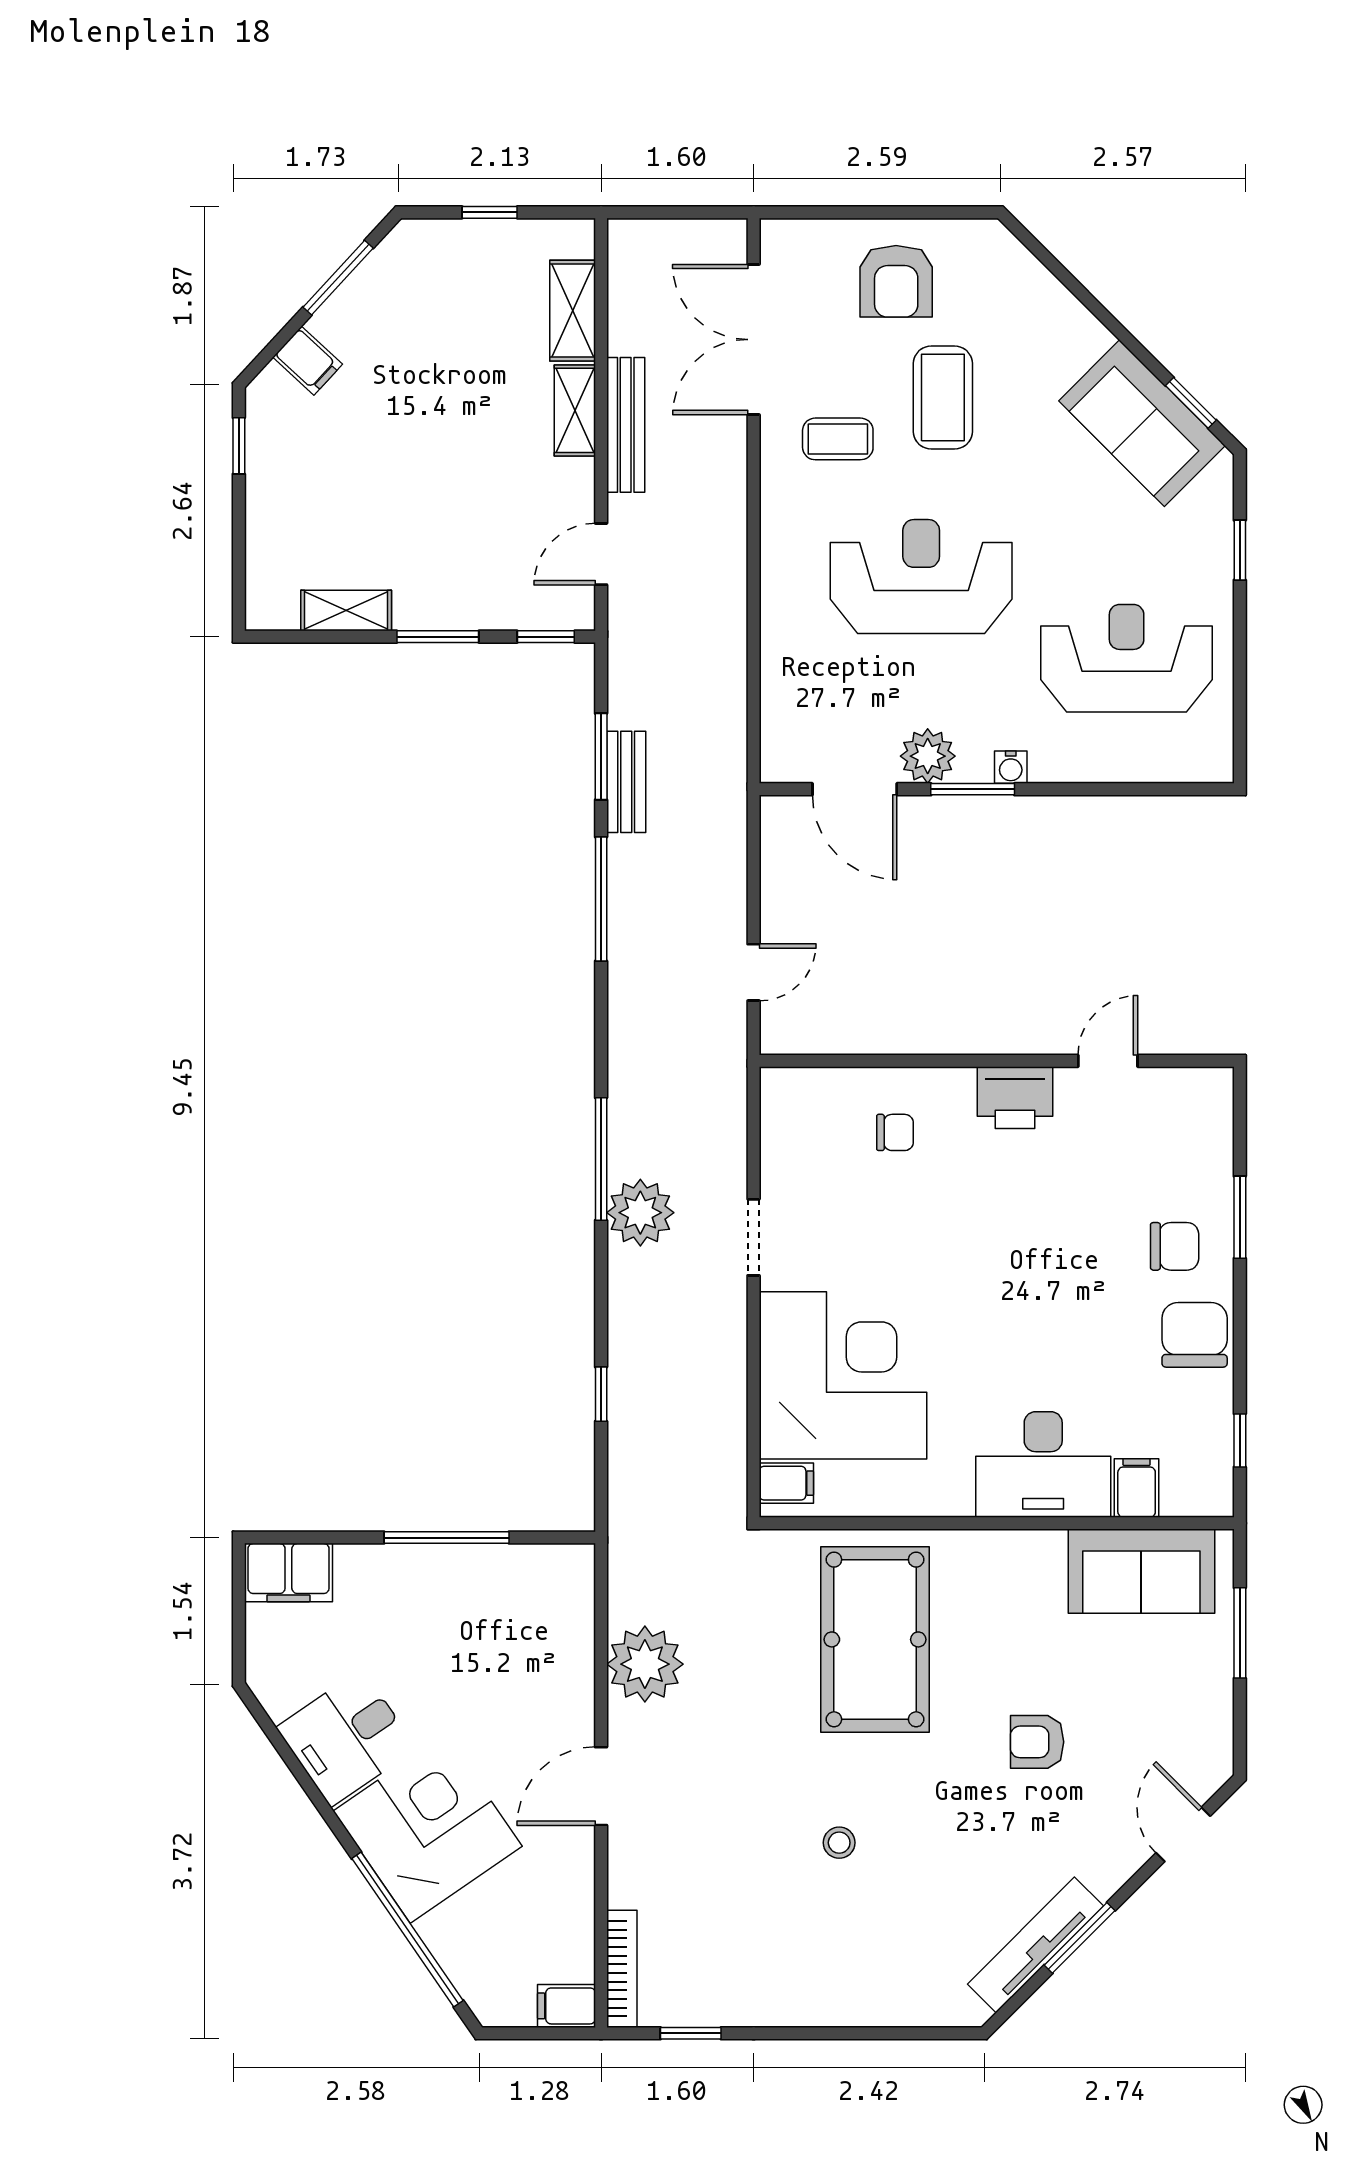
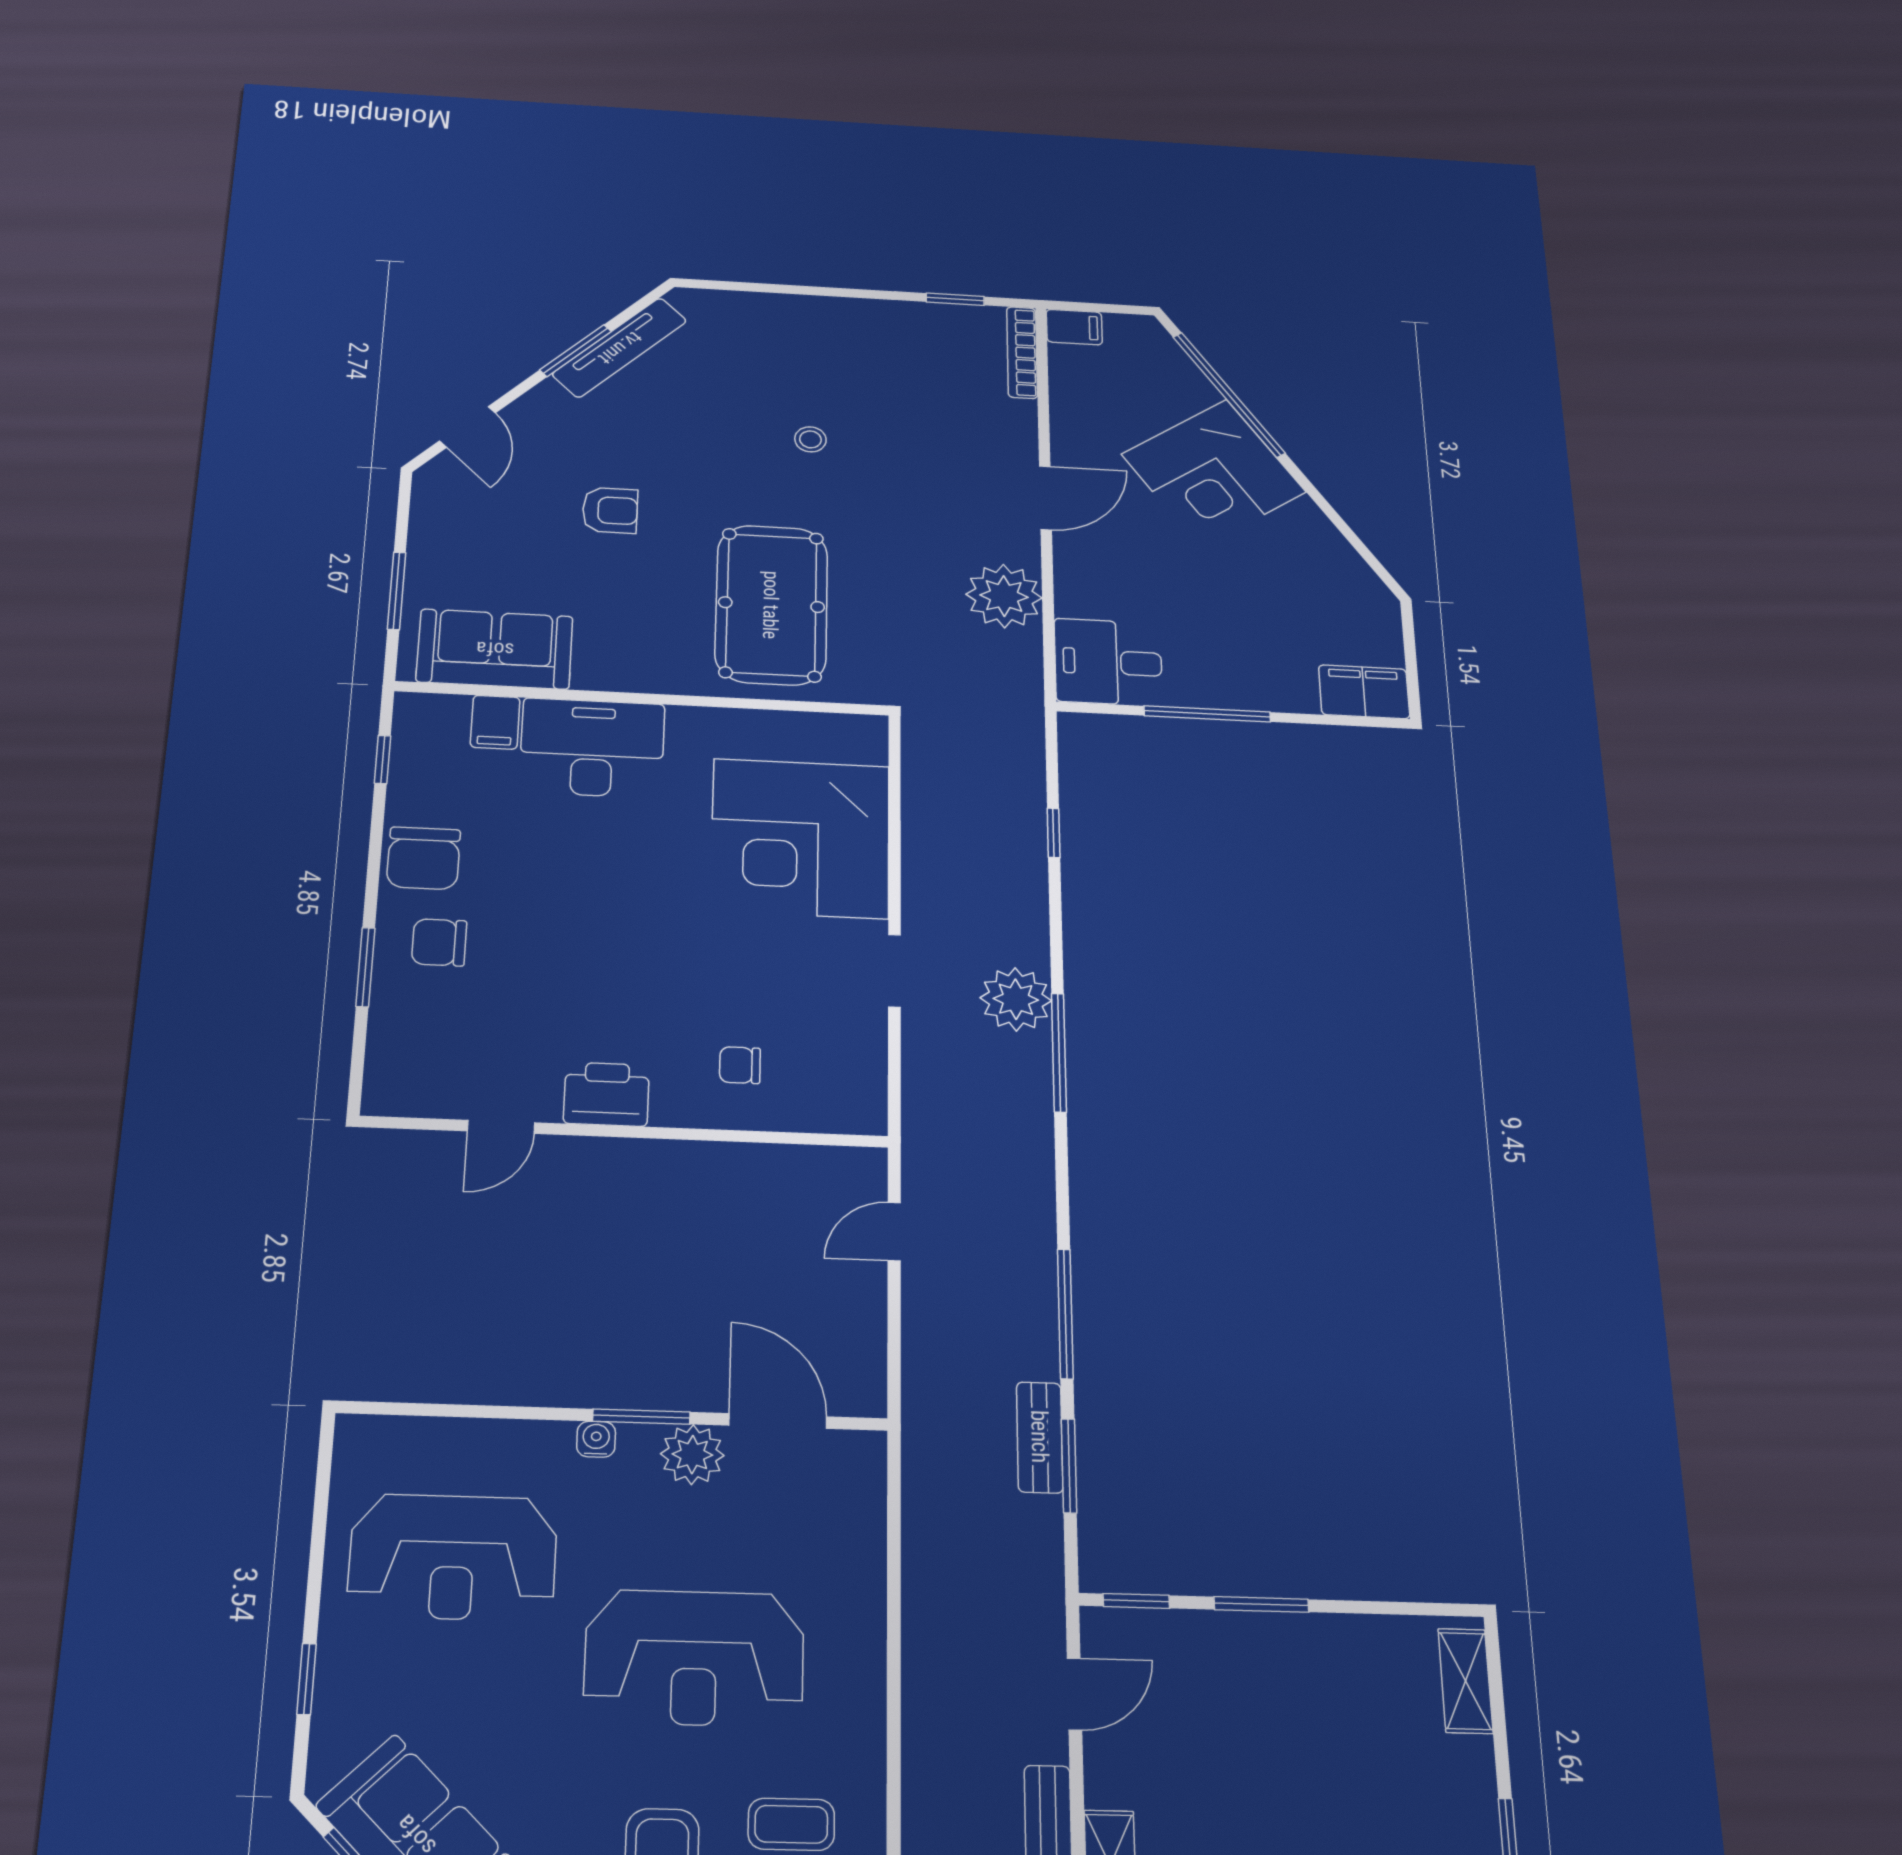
shelving: (346, 611) -> (1465, 1681), moved, turned 90
filing cabinet: (786, 1483) -> (861, 744), removed
desk: (346, 1738) -> (1108, 662), moved, turned -145

